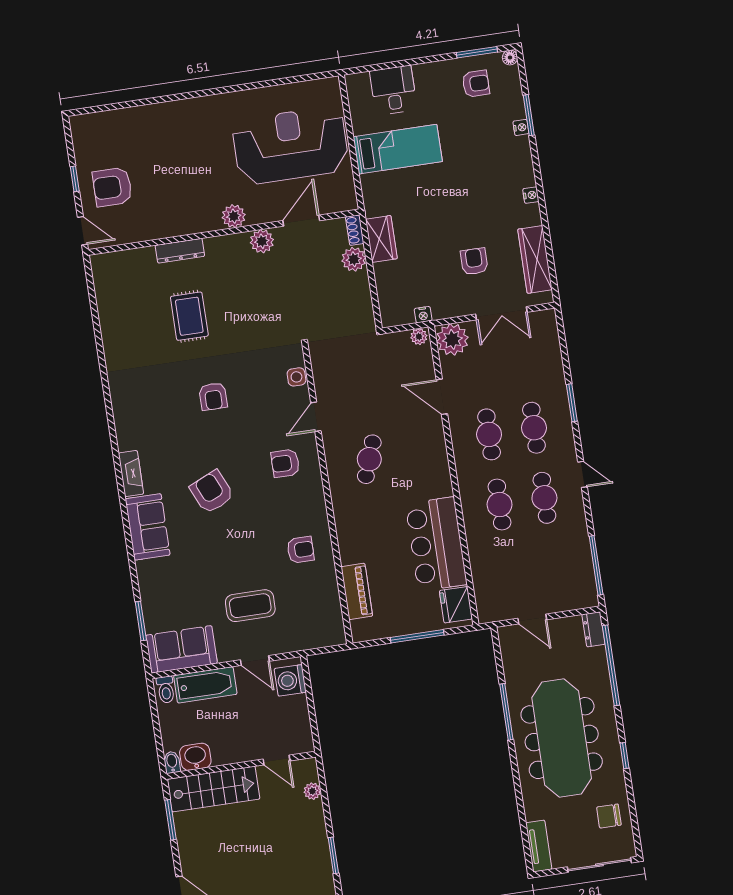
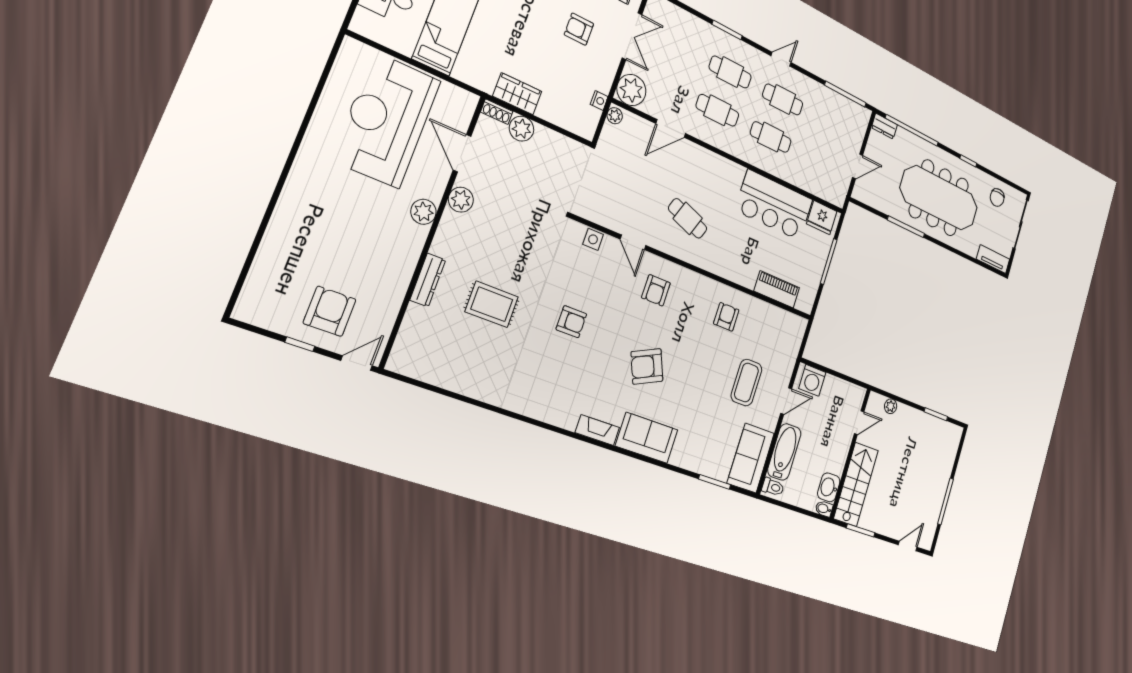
armchair: (112, 187) -> (330, 311), turned 180

